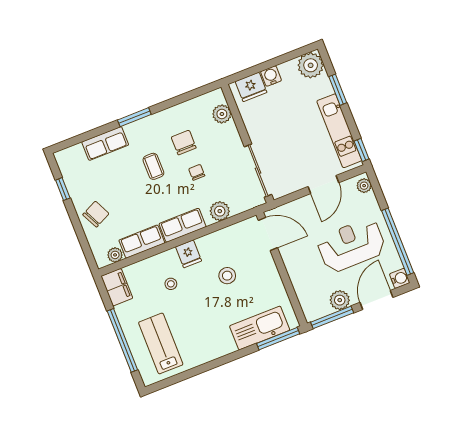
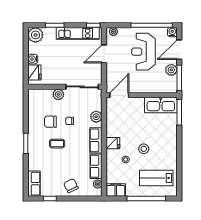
plant: (222, 114) -> (58, 94), moved
row of seats: (105, 143) -> (34, 184), moved
door: (323, 185) -> (104, 54), swing flipped
stool: (227, 276) -> (144, 149), moved
door: (376, 300) -> (179, 50), hinge flipped
kitchen sink: (260, 328) -> (161, 105), moved, turned -90

